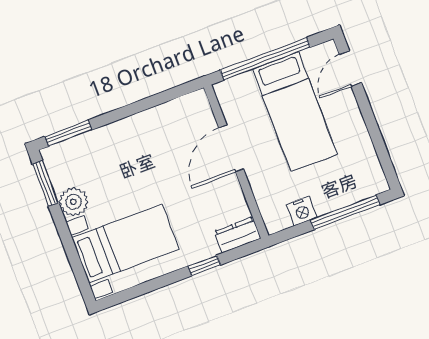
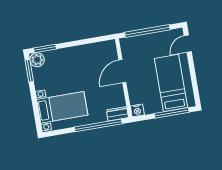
bed: (295, 112) -> (171, 83), moved, turned 180
plant: (73, 202) -> (37, 60), moved
nightstand: (302, 211) -> (137, 110), moved
window: (204, 265) -> (98, 125), width x3.17

